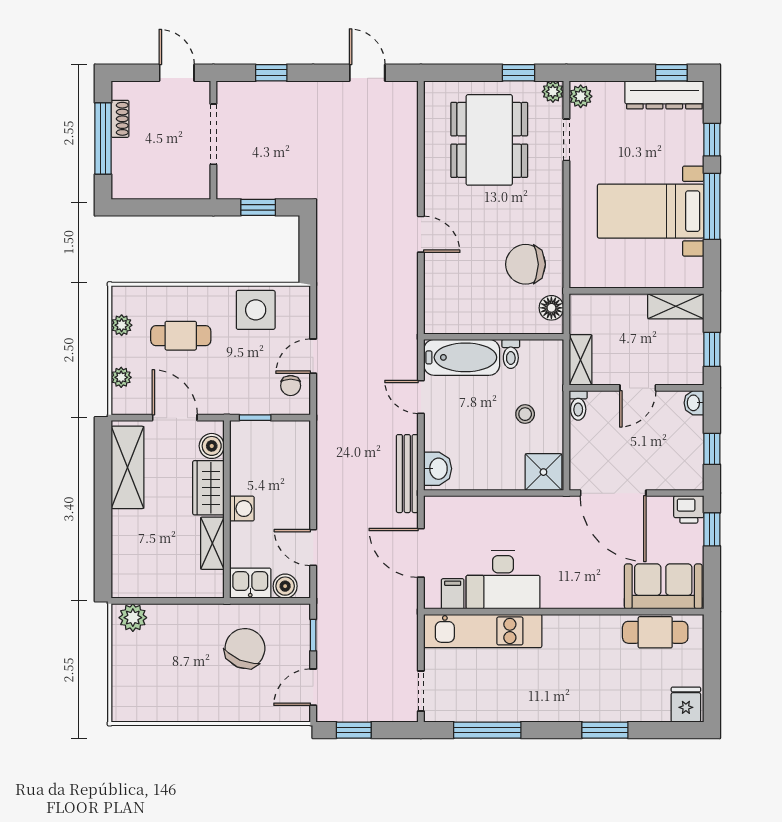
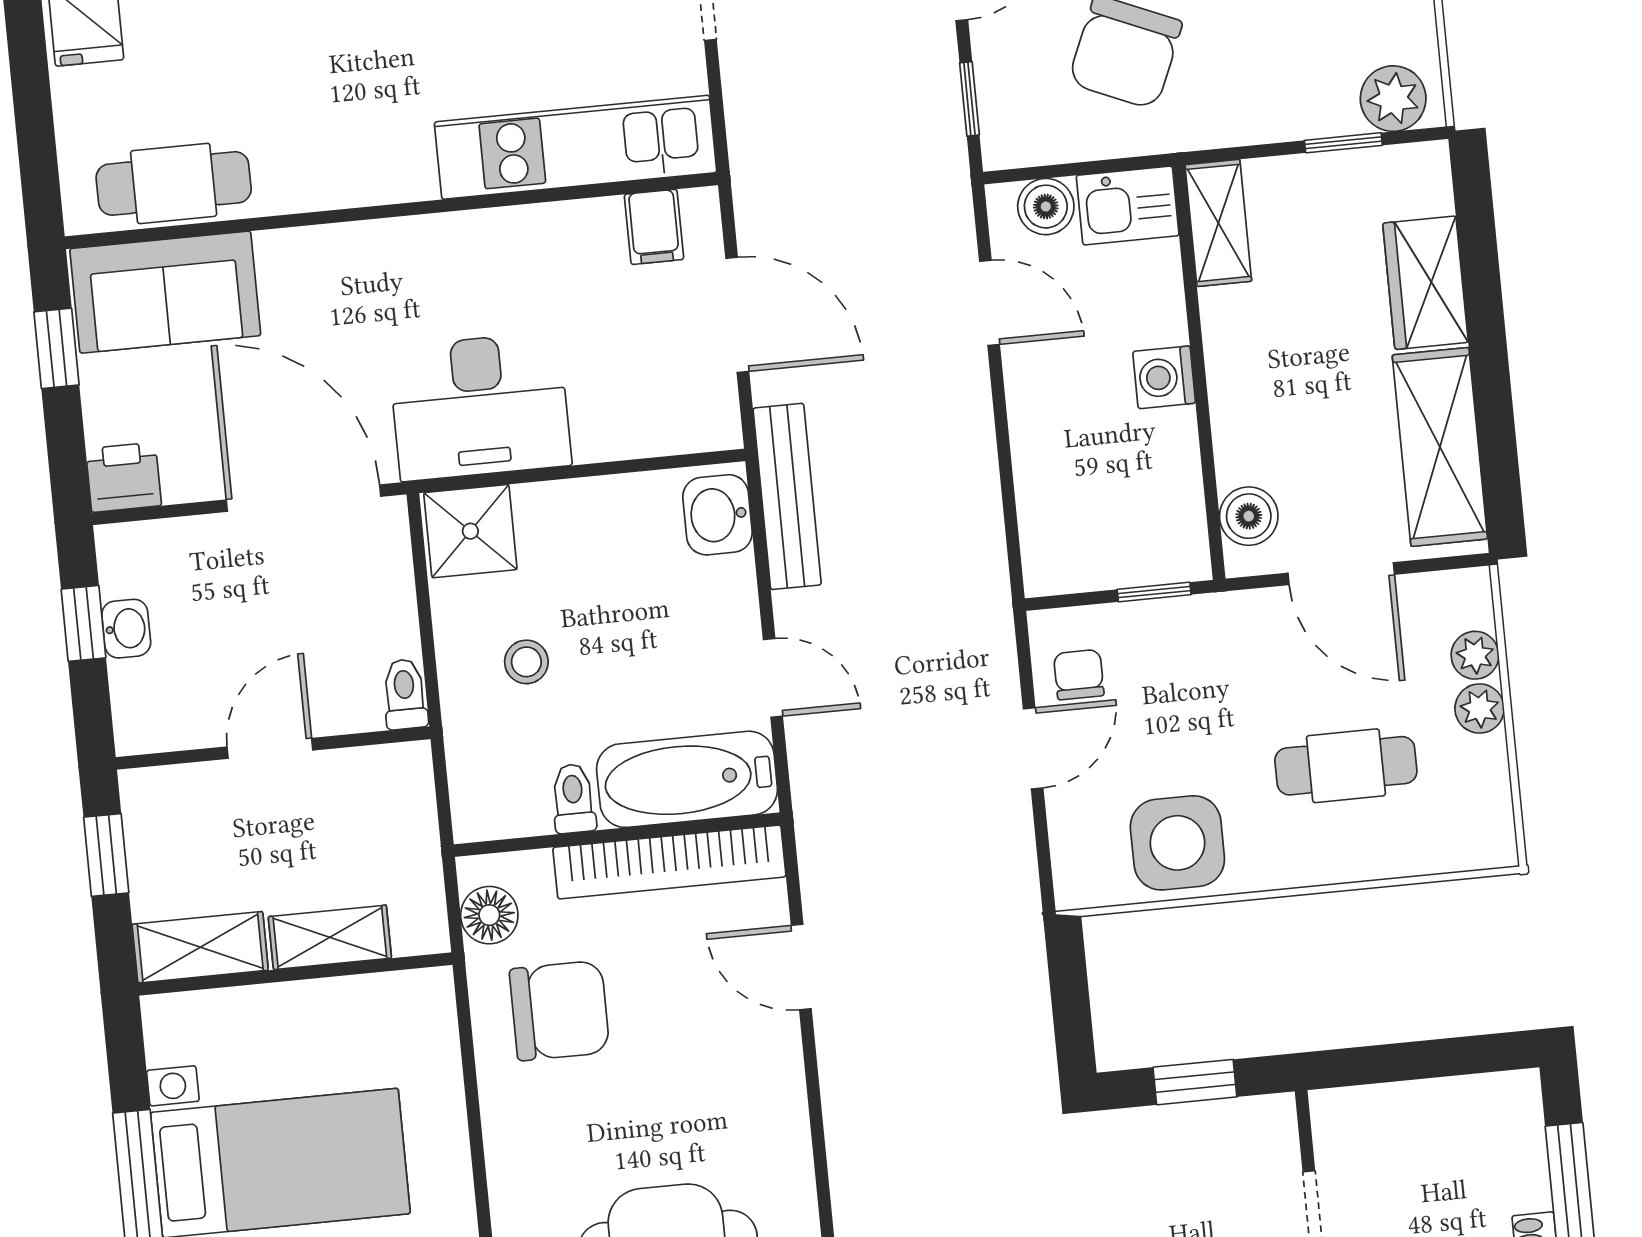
door: (421, 234) -> (801, 967), moved
bookcase: (473, 323) -> (669, 862), added
plant: (122, 325) -> (1480, 709), moved
shelving: (581, 360) -> (330, 937), moved, turned 90
washbasin: (694, 403) -> (126, 629), moved
wardrobe: (208, 488) -> (1425, 283), moved, turned 180
window: (712, 529) -> (57, 348), moved
shelving: (212, 543) -> (1218, 223), moved
desk: (503, 580) -> (480, 406), moved, turned 180
window: (156, 601) -> (1343, 143), added

